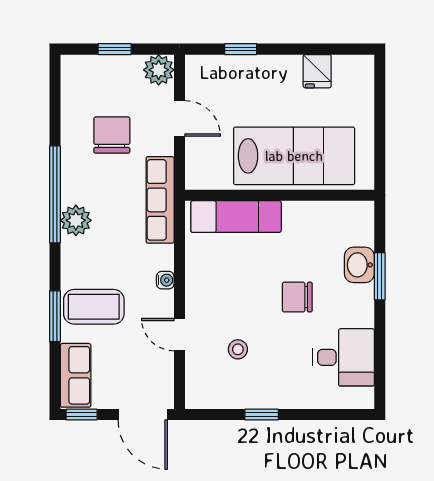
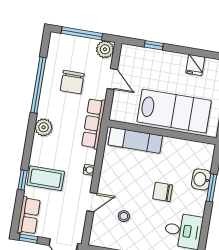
window: (115, 49) -> (82, 33), width x2.17
chair: (112, 135) -> (72, 82), turned 180
window: (55, 194) -> (38, 85), moved
window: (55, 316) -> (23, 180), width x0.67
door: (179, 335) -> (92, 202), swing flipped

